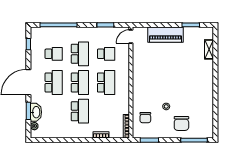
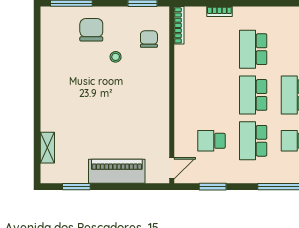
school desk: (106, 83) -> (212, 95), removed

